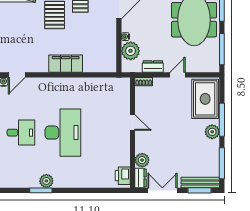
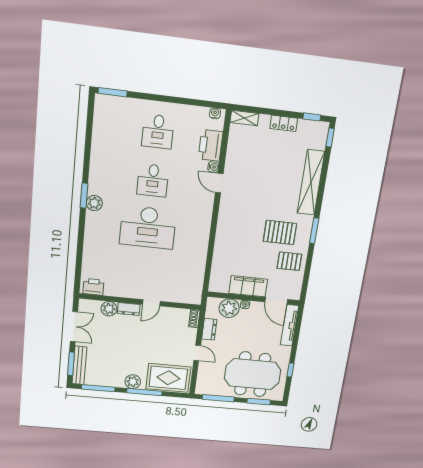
filing cabinet: (66, 64) -> (248, 286), moved, turned -90
dresser: (141, 178) -> (129, 309), moved

